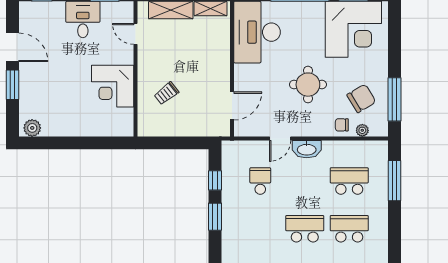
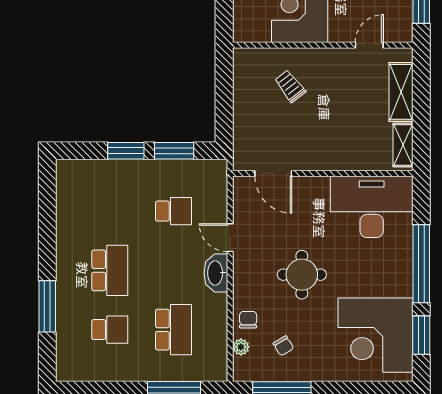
chair: (361, 98) -> (283, 346), width x0.54, depth x0.54
window: (215, 180) -> (174, 151), width x1.50
school desk: (349, 229) -> (110, 330), width x0.54

